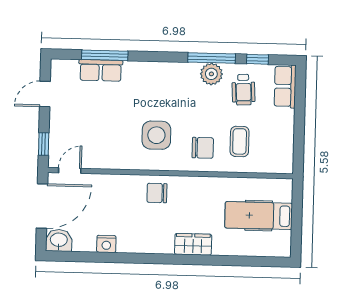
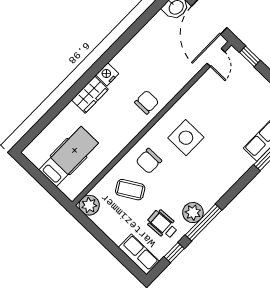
coffee table: (240, 141) -> (130, 190), turned -31
plant: (283, 163) -> (89, 205), added
nightstand: (106, 244) -> (107, 74), moved

